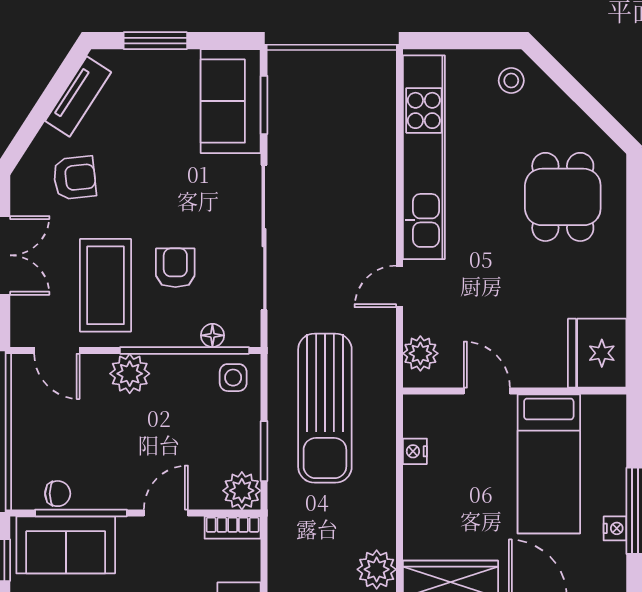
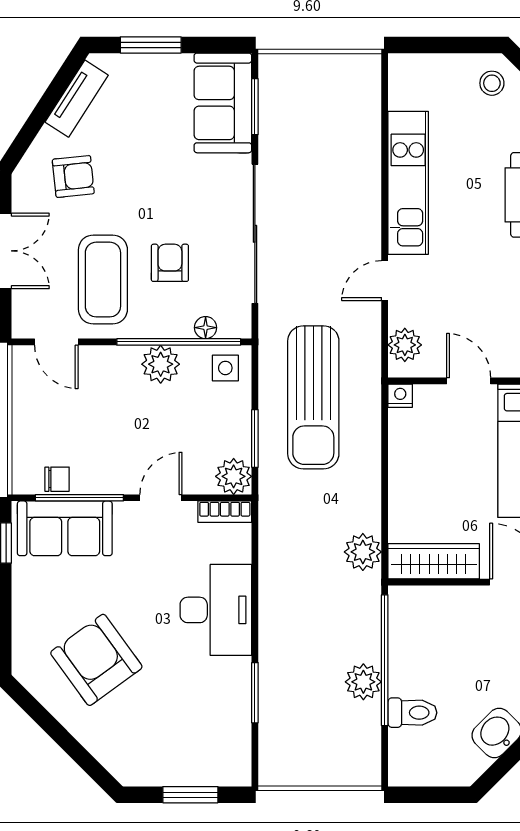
kitchen unit: (424, 157) -> (408, 183), width x0.73
plant: (130, 374) -> (161, 364), moved
nightstand: (415, 451) -> (400, 396), moved, turned 90

